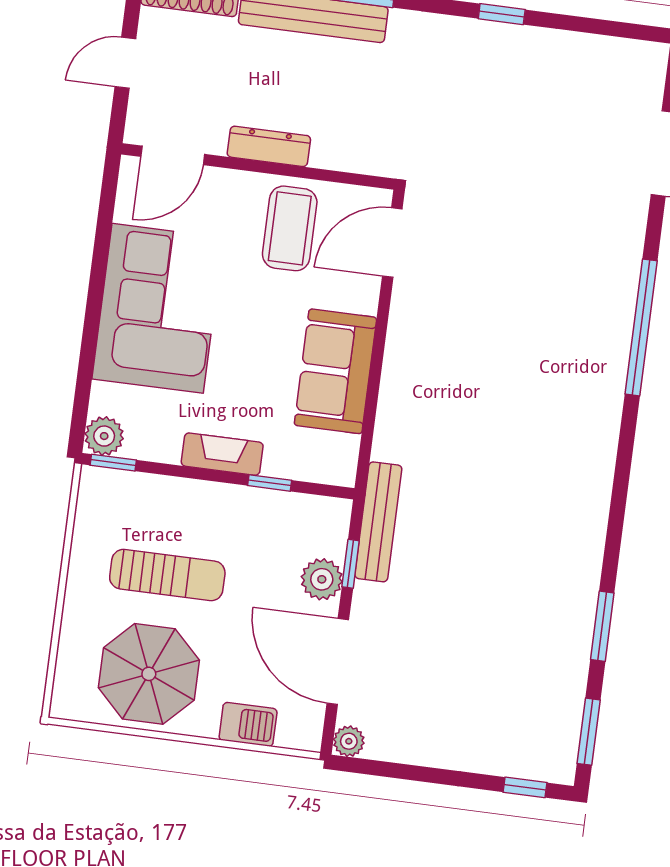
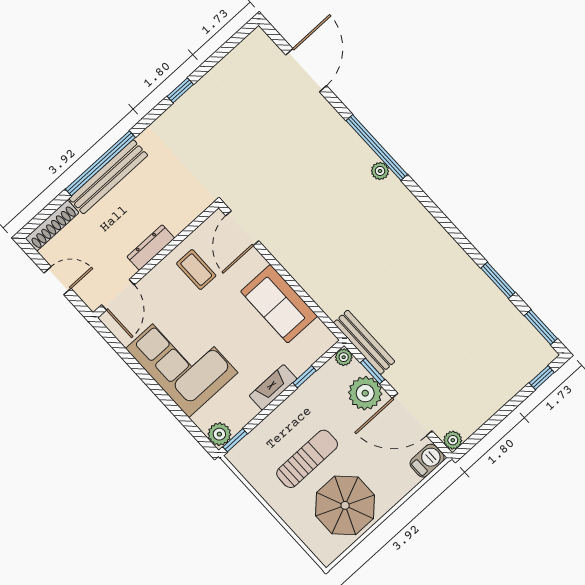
door: (125, 63) -> (57, 281), swing flipped
coffee table: (290, 228) -> (196, 270), width x0.73, depth x0.77
plant: (615, 357) -> (380, 171), added
plant: (337, 512) -> (344, 357), added
plant: (322, 579) -> (365, 393), width x1.36, depth x1.36
barbecue: (248, 724) -> (427, 461), moved

